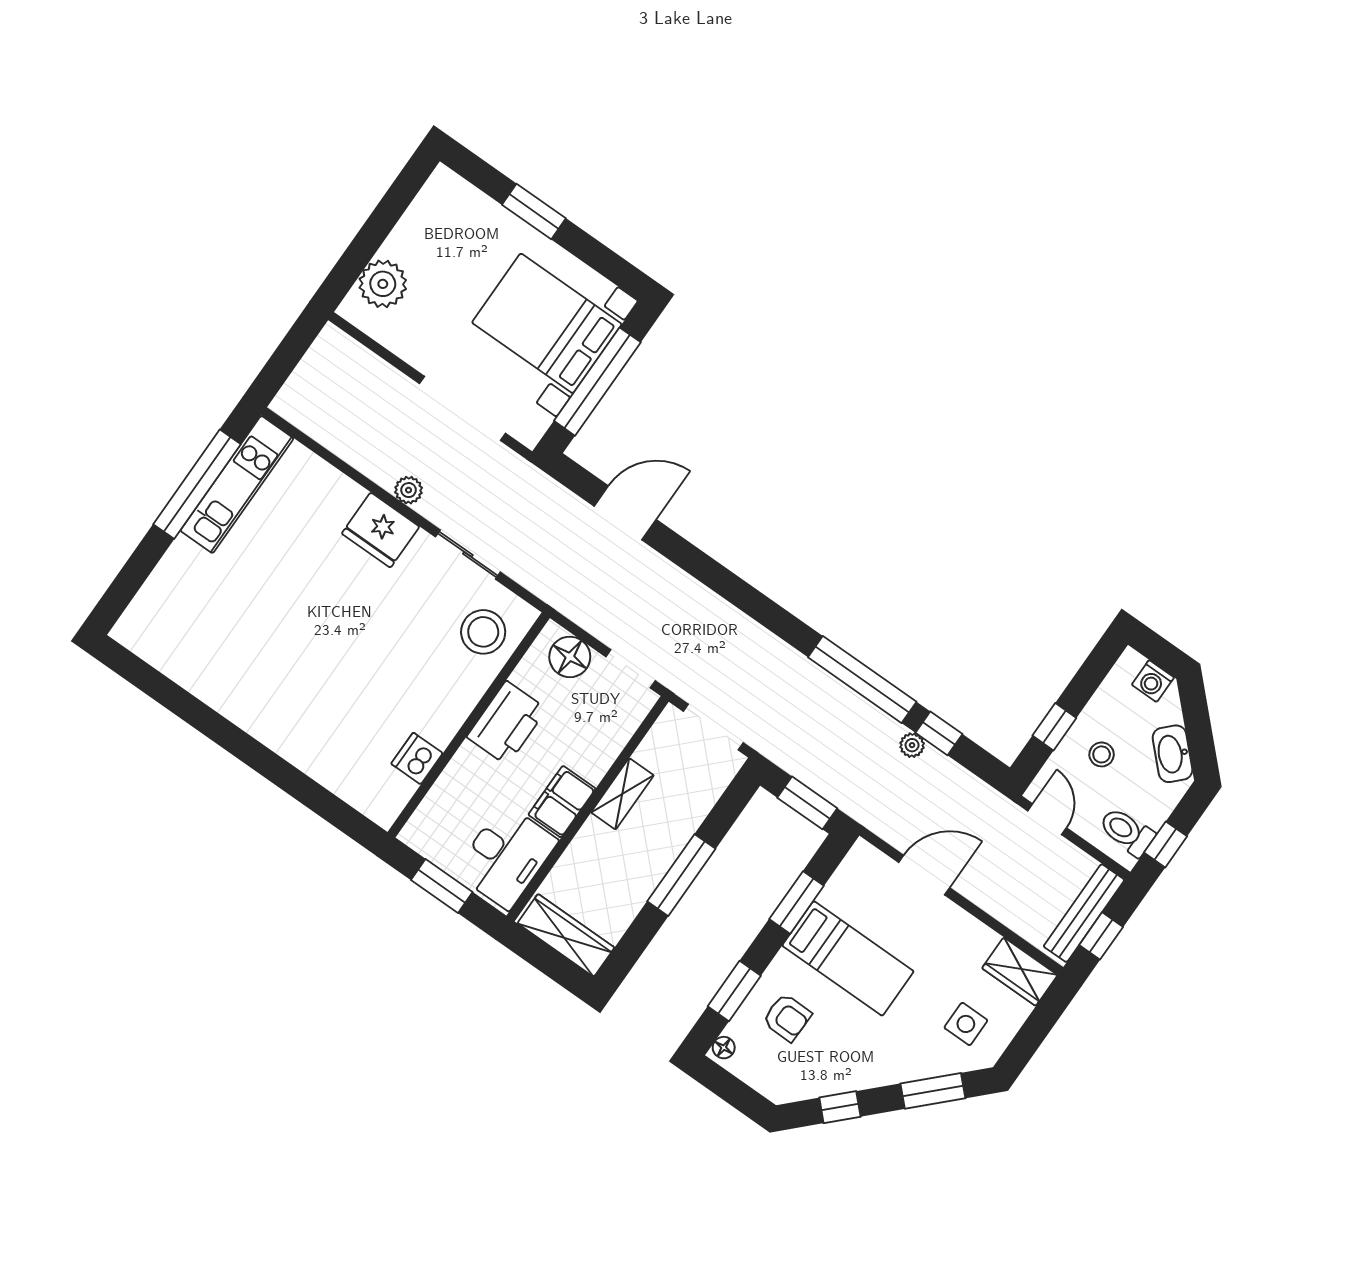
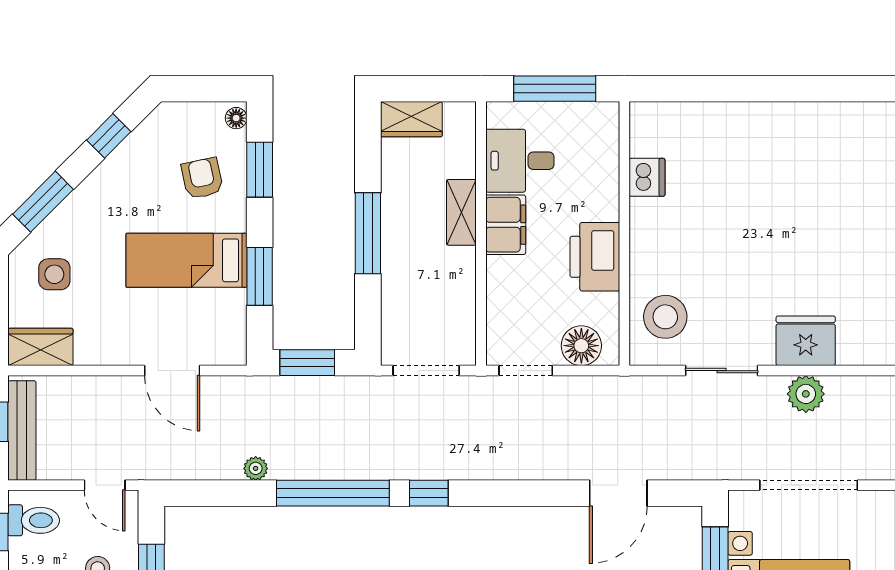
plant: (409, 490) -> (806, 394), width x1.38, depth x1.38
window: (939, 733) -> (429, 493), moved
shelving: (622, 794) -> (461, 212), moved
desk: (506, 856) -> (520, 161), width x0.73
door: (924, 875) -> (172, 371), hinge flipped
window: (442, 886) -> (555, 89), width x1.44
wardrobe: (566, 935) -> (411, 119), width x0.67
armchair: (787, 1017) -> (202, 178), turned 77

